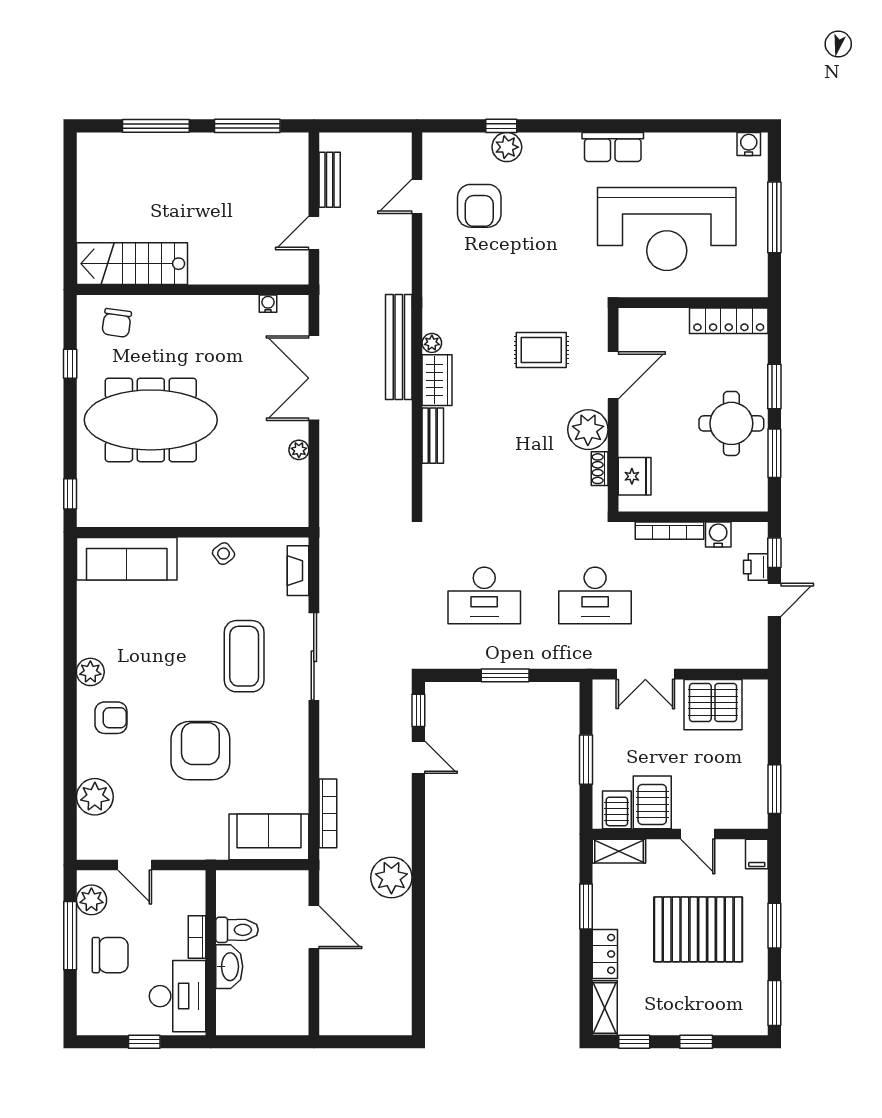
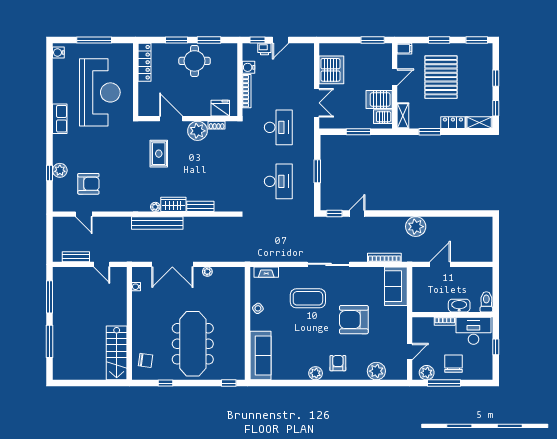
door: (774, 600) -> (280, 40), swing flipped
sliding door: (314, 656) -> (329, 264), moved
toilet: (237, 930) -> (486, 302), moved

